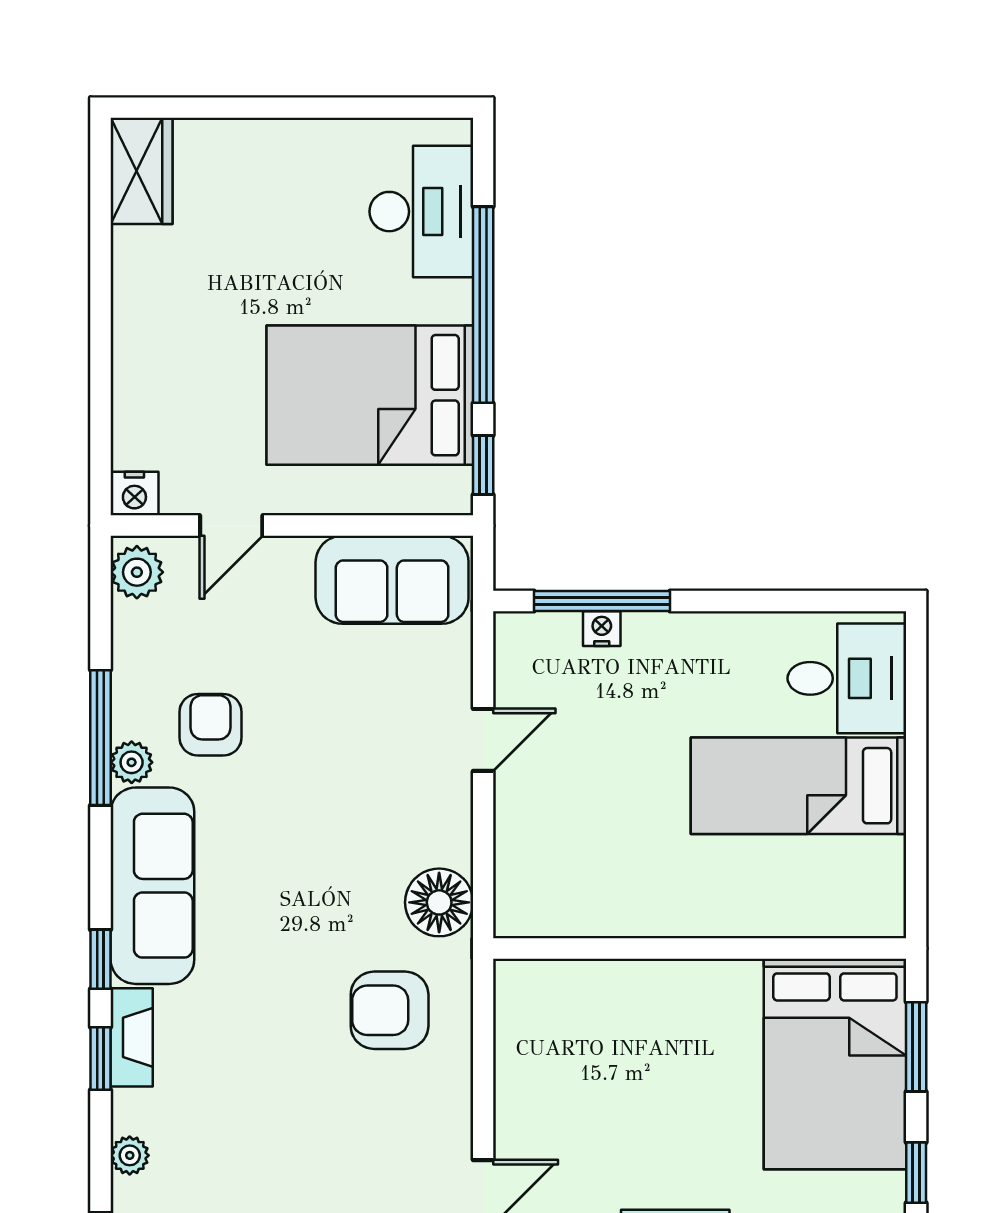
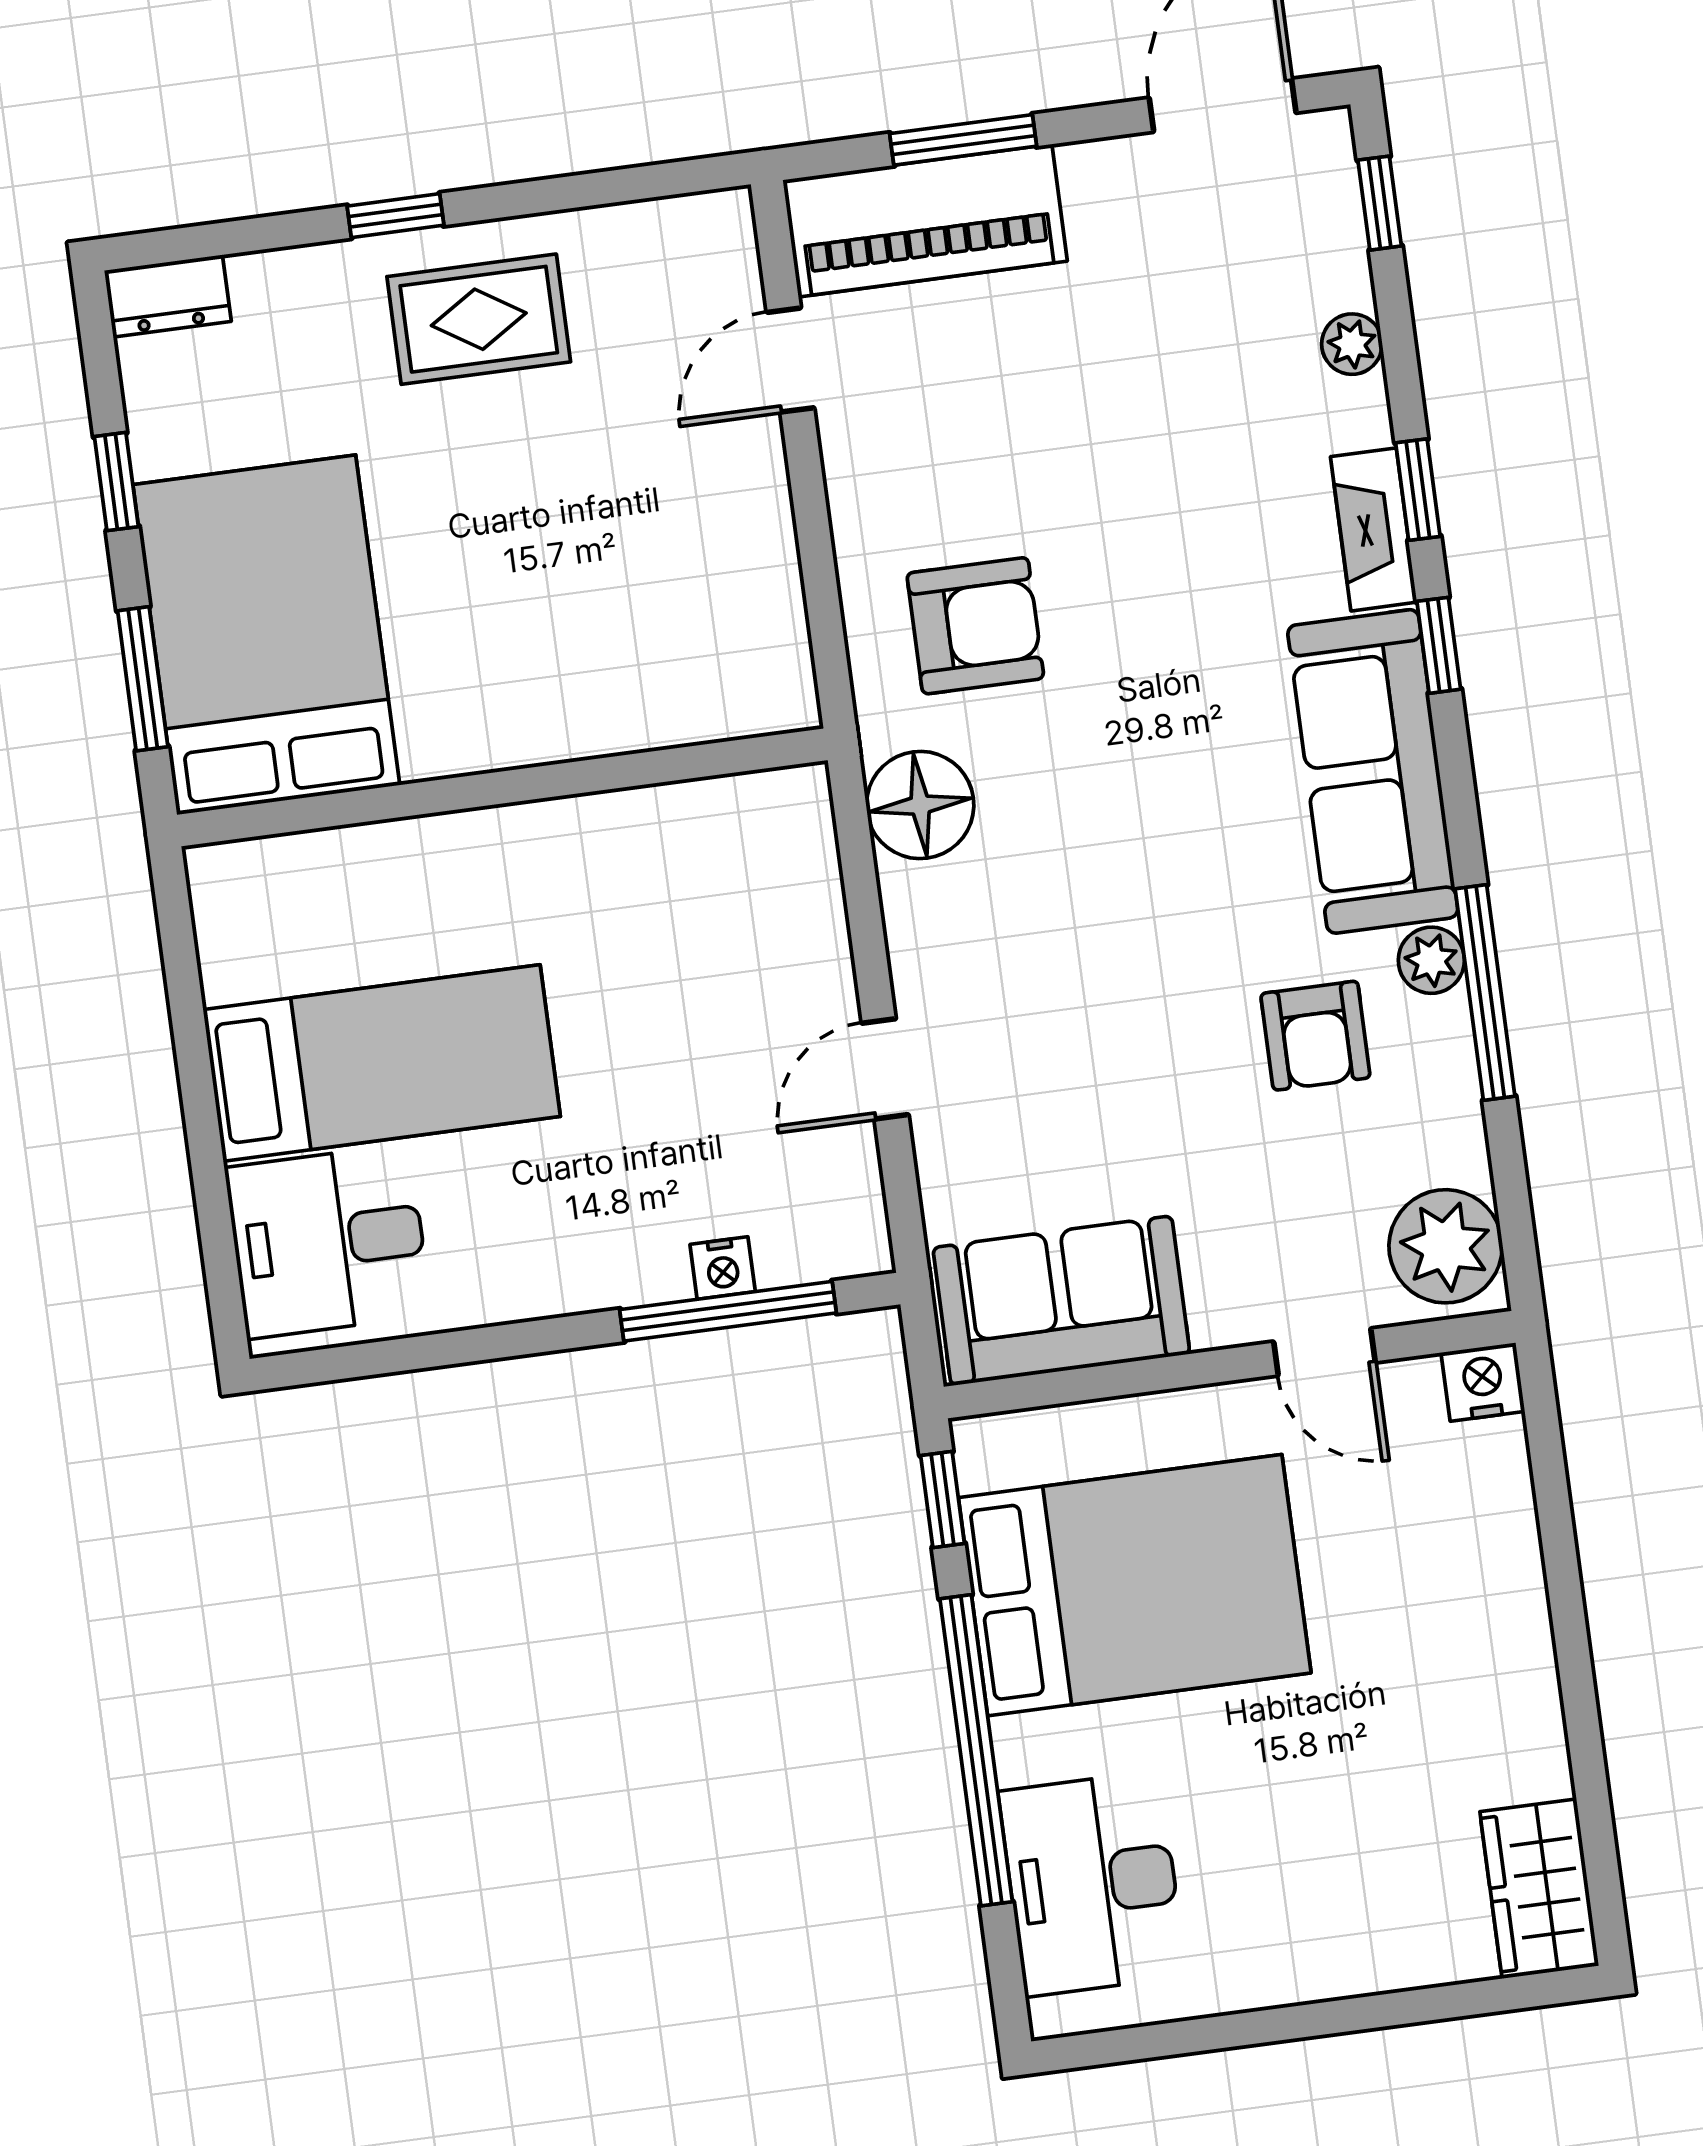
door: (231, 526) -> (1324, 1352), swing flipped
plant: (137, 572) -> (1446, 1246), width x1.36, depth x1.36

